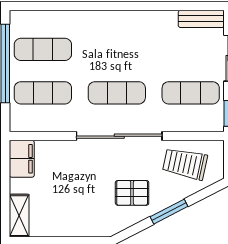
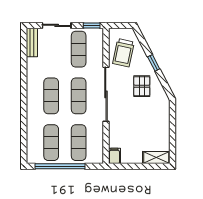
exercise mat: (117, 49) -> (51, 96), added
filing cabinet: (22, 159) -> (114, 156), width x0.50
window: (169, 212) -> (154, 63), width x0.67

